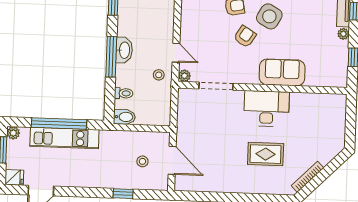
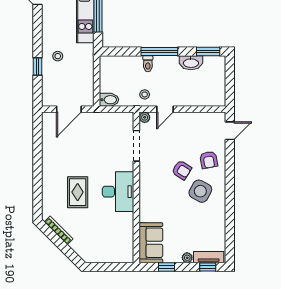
washbasin: (124, 50) -> (191, 63), moved
sofa: (282, 72) -> (151, 243), moved
toilet: (124, 93) -> (148, 64), moved
bidet: (124, 117) -> (109, 100), moved, turned -90
stool: (142, 161) -> (58, 56), moved

